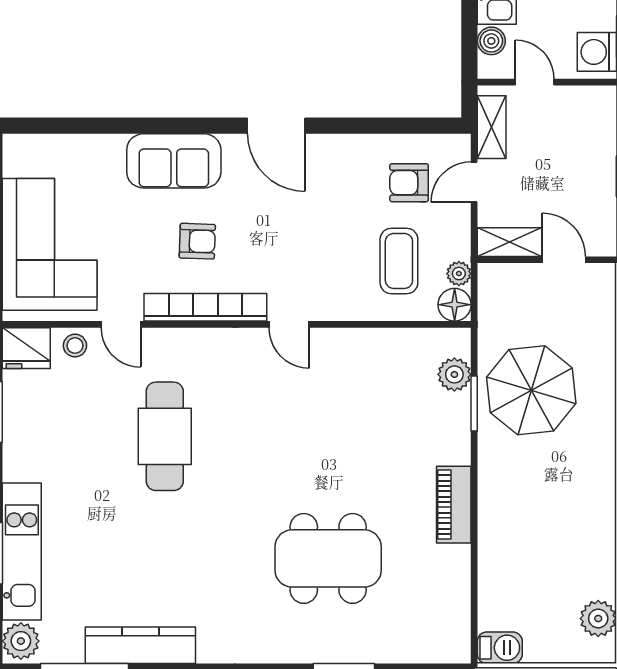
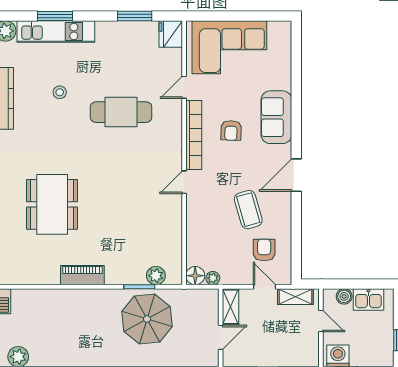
door: (535, 82) -> (321, 321), hinge flipped
coffee table: (399, 261) -> (248, 210), moved, turned 74
stool: (75, 346) -> (60, 92), moved

